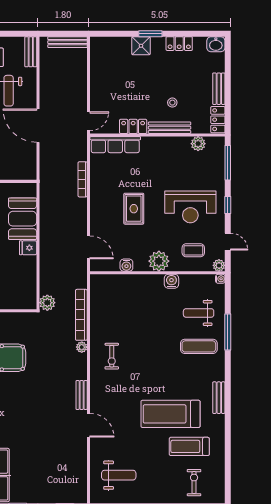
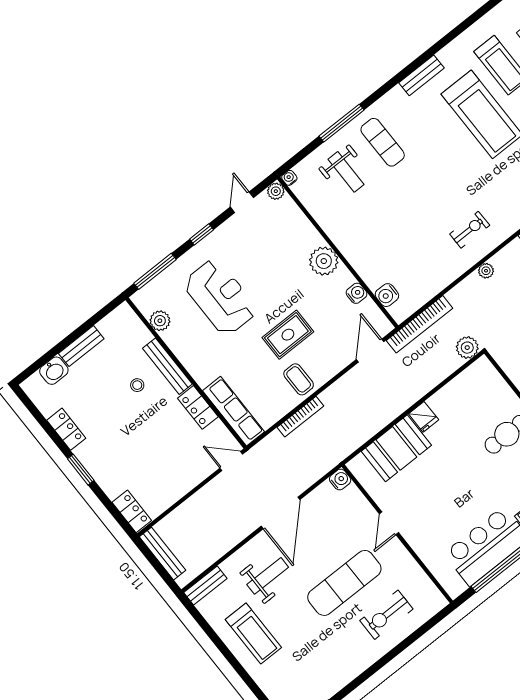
washbasin: (216, 44) -> (54, 371), moved, turned 90
shower: (141, 46) -> (102, 469), removed
locker: (218, 120) -> (132, 511), moved, turned -90
water cooler: (30, 174) -> (340, 480), added
reception desk: (190, 207) -> (220, 297), moved
coffee table: (193, 250) -> (299, 379), moved
water cooler: (171, 281) -> (387, 295), moved
bookcase: (81, 315) -> (419, 324), moved

